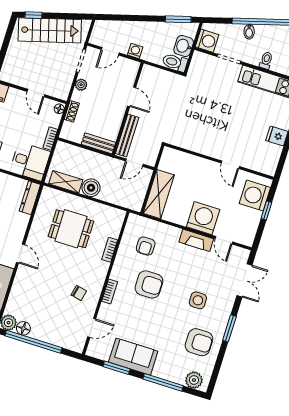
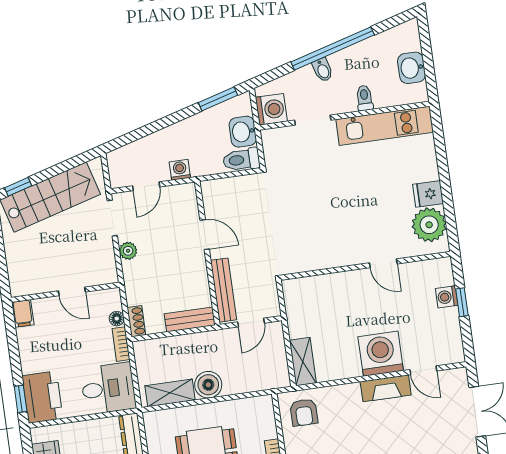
floor lamp: (59, 109) -> (117, 319), moved
shoe rack: (72, 111) -> (136, 321), moved
plant: (269, 155) -> (429, 225), added
shelving: (159, 194) -> (303, 362), width x0.67, depth x0.75
washing machine: (255, 196) -> (447, 297), width x0.53, depth x0.53
armchair: (146, 246) -> (304, 412), moved

